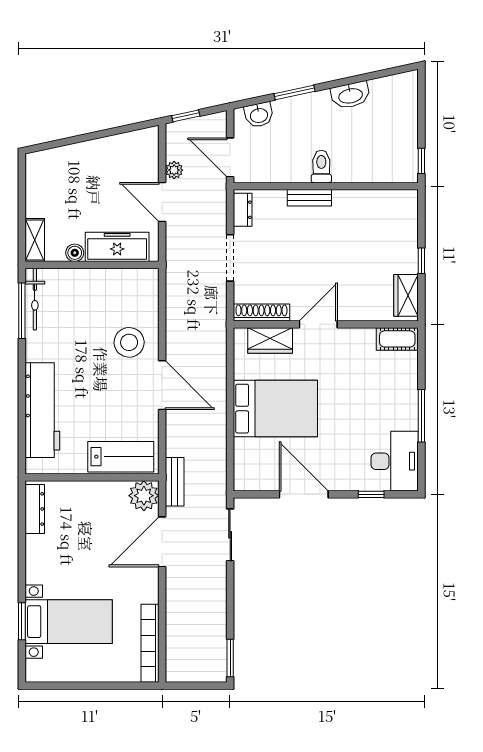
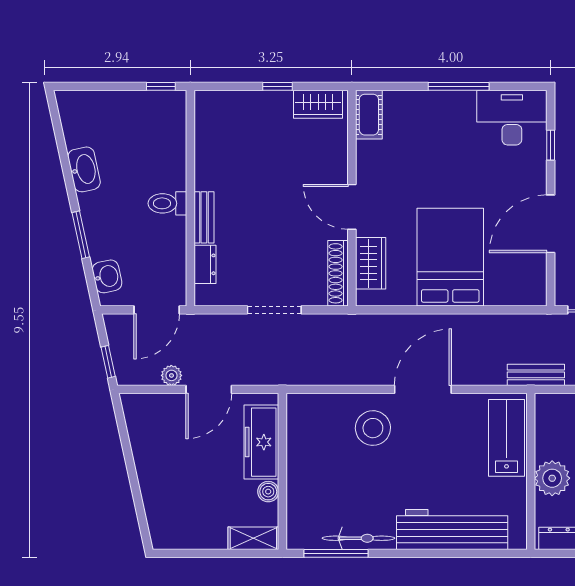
dresser: (243, 210) -> (205, 264), moved, turned 90
bicycle: (35, 299) -> (358, 538), moved
plant: (144, 496) -> (552, 478), moved

